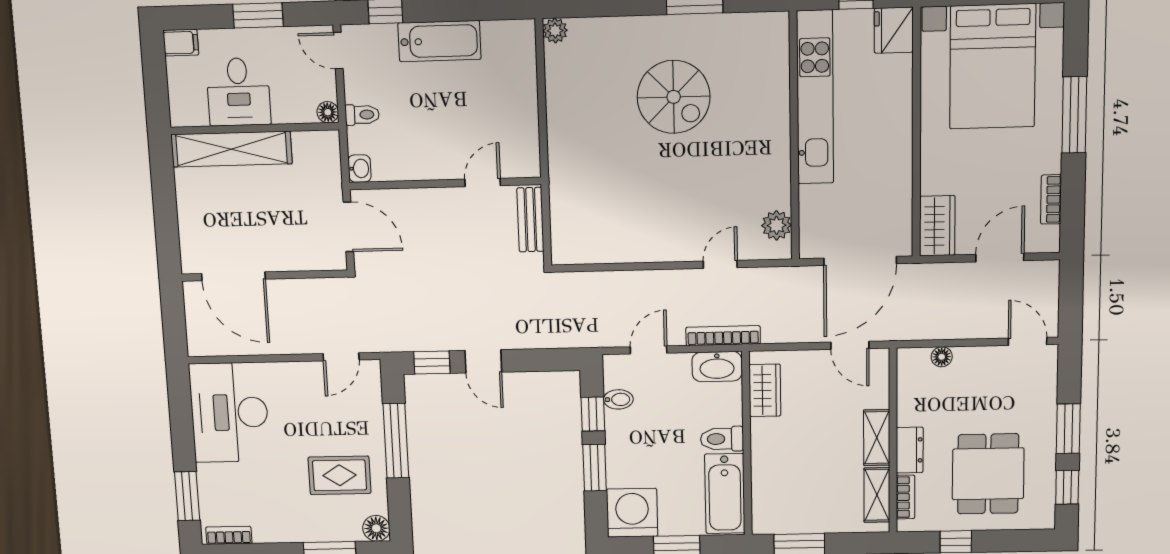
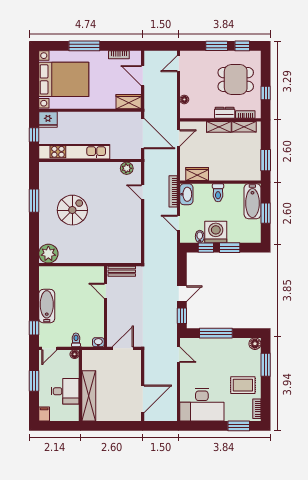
plant: (555, 31) -> (48, 254), width x1.87, depth x1.87
rug: (339, 475) -> (243, 385), moved, turned 90
bathtub: (725, 494) -> (252, 201), moved, turned 90
washing machine: (632, 513) -> (216, 232), moved, turned 90

